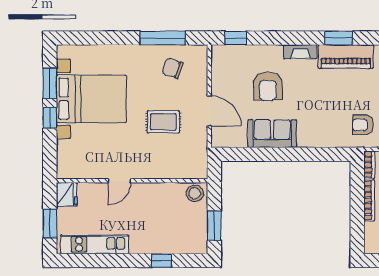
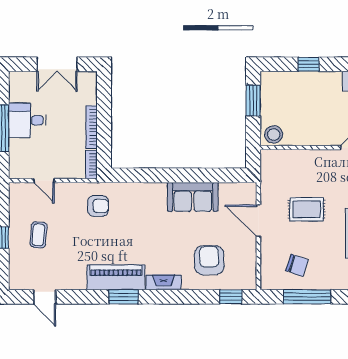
armchair: (268, 86) -> (209, 260), moved

